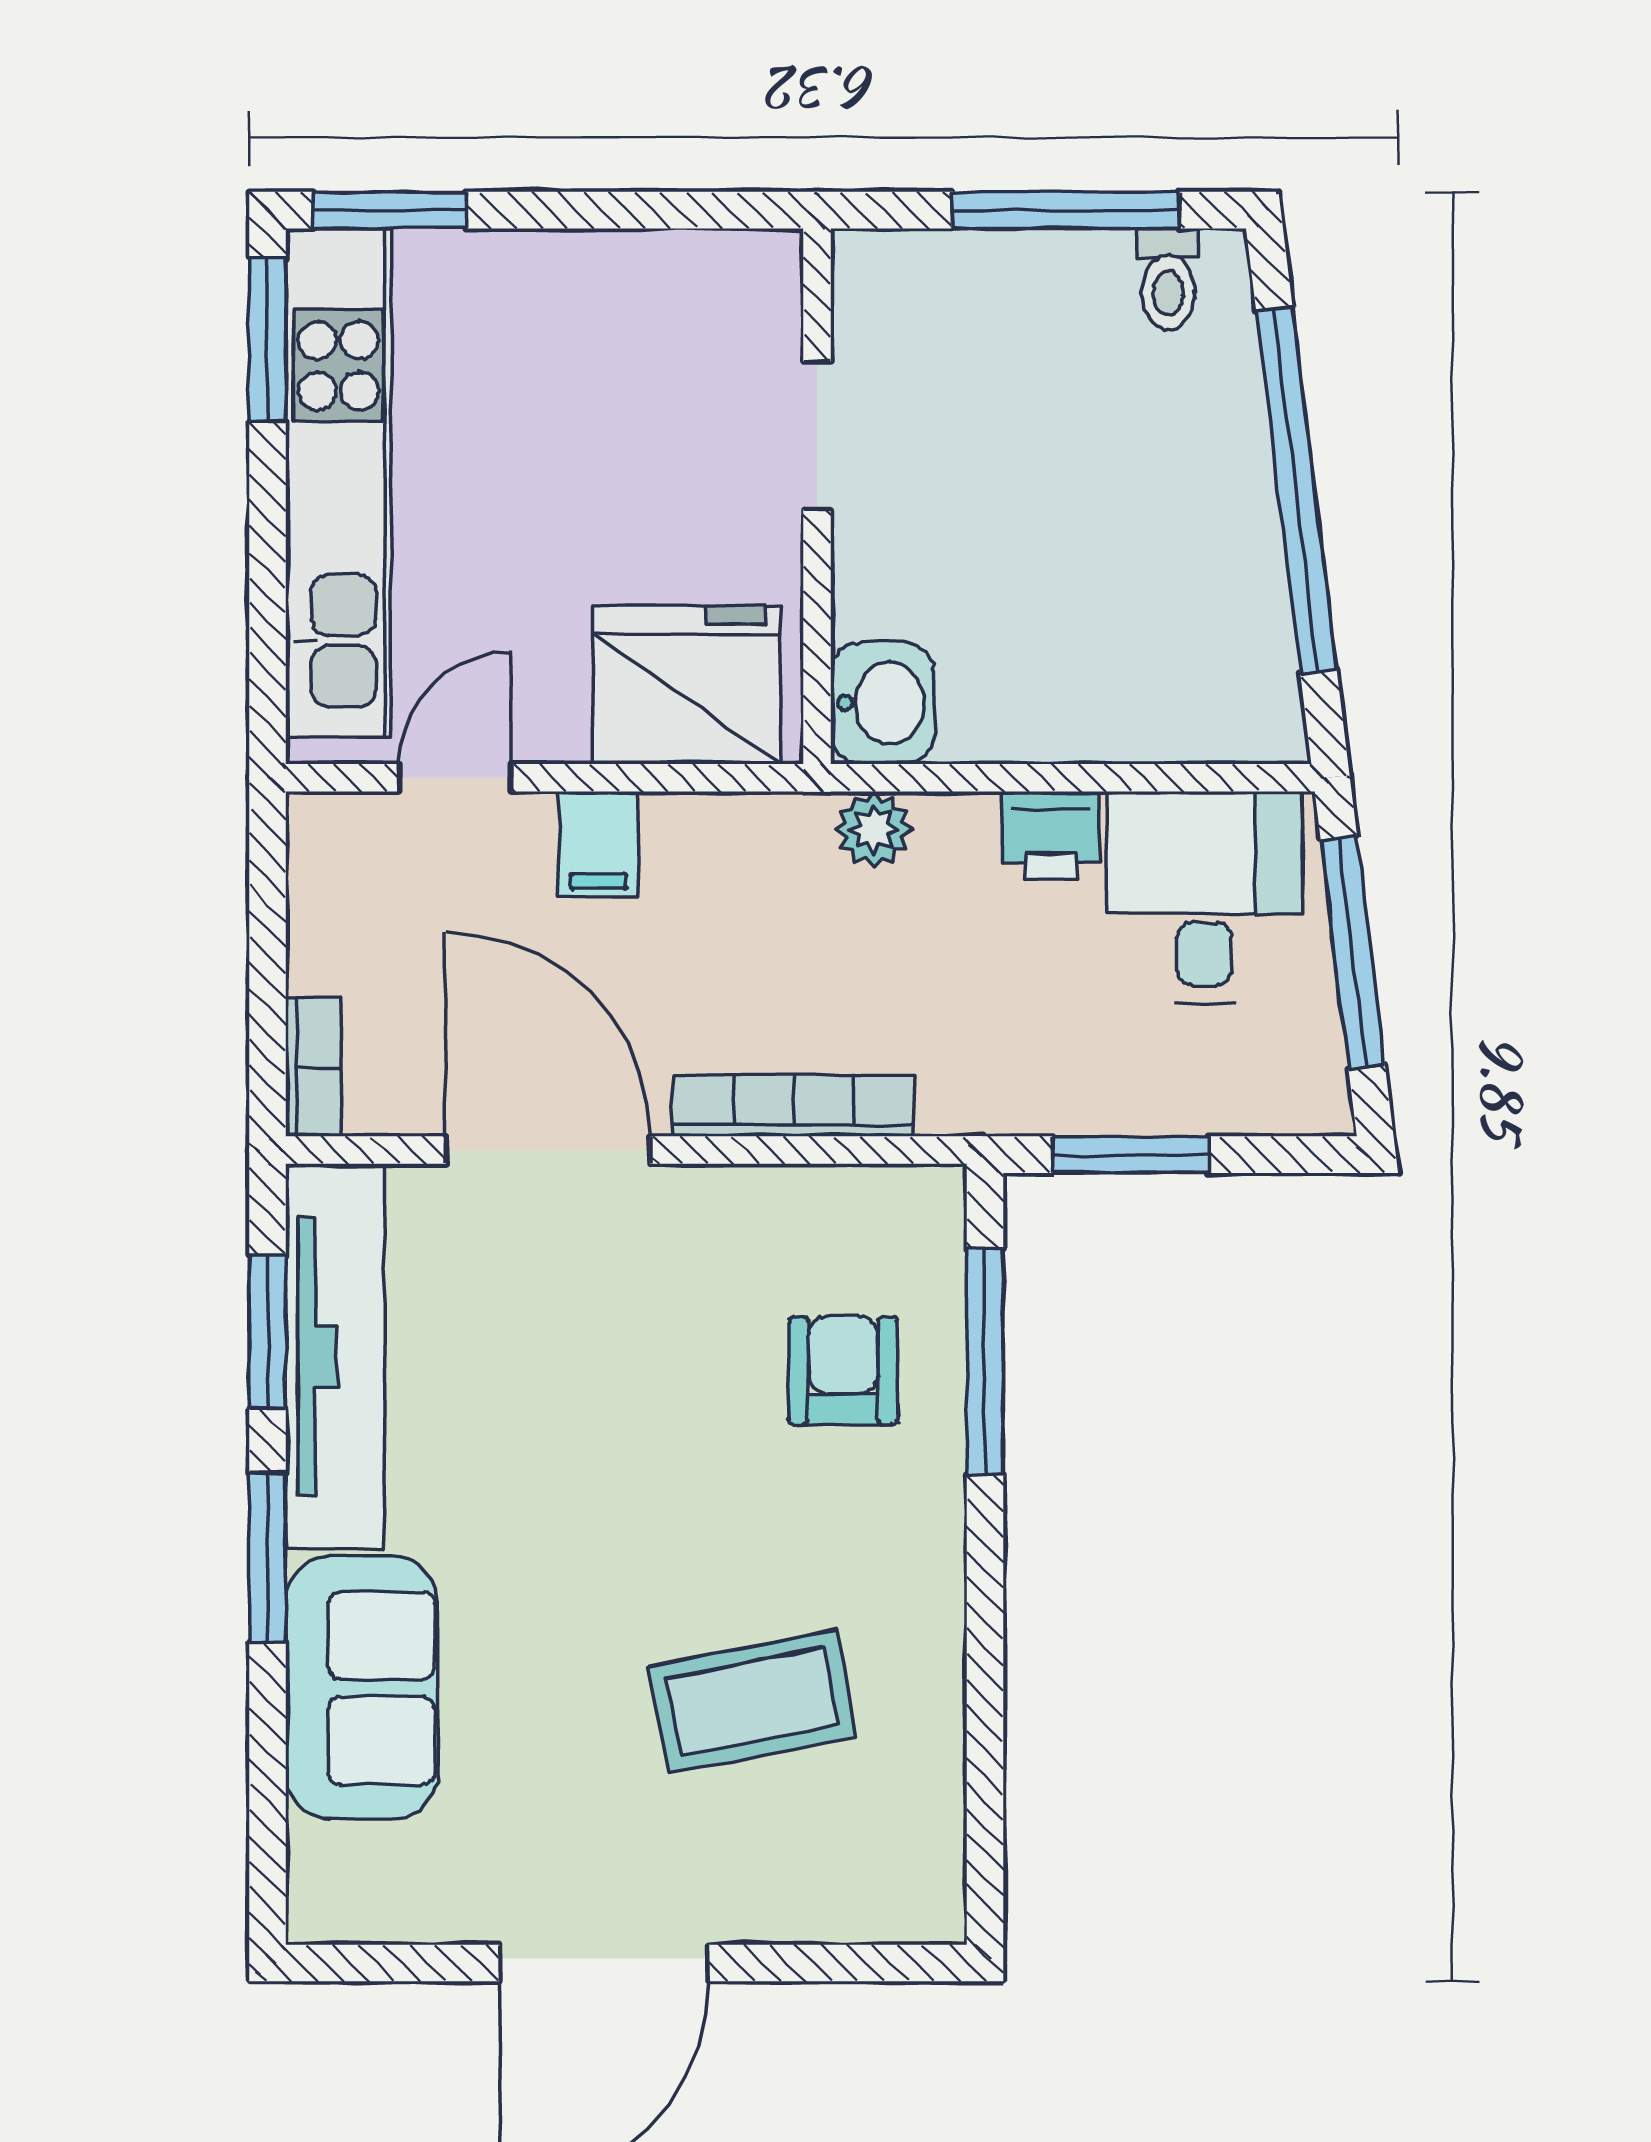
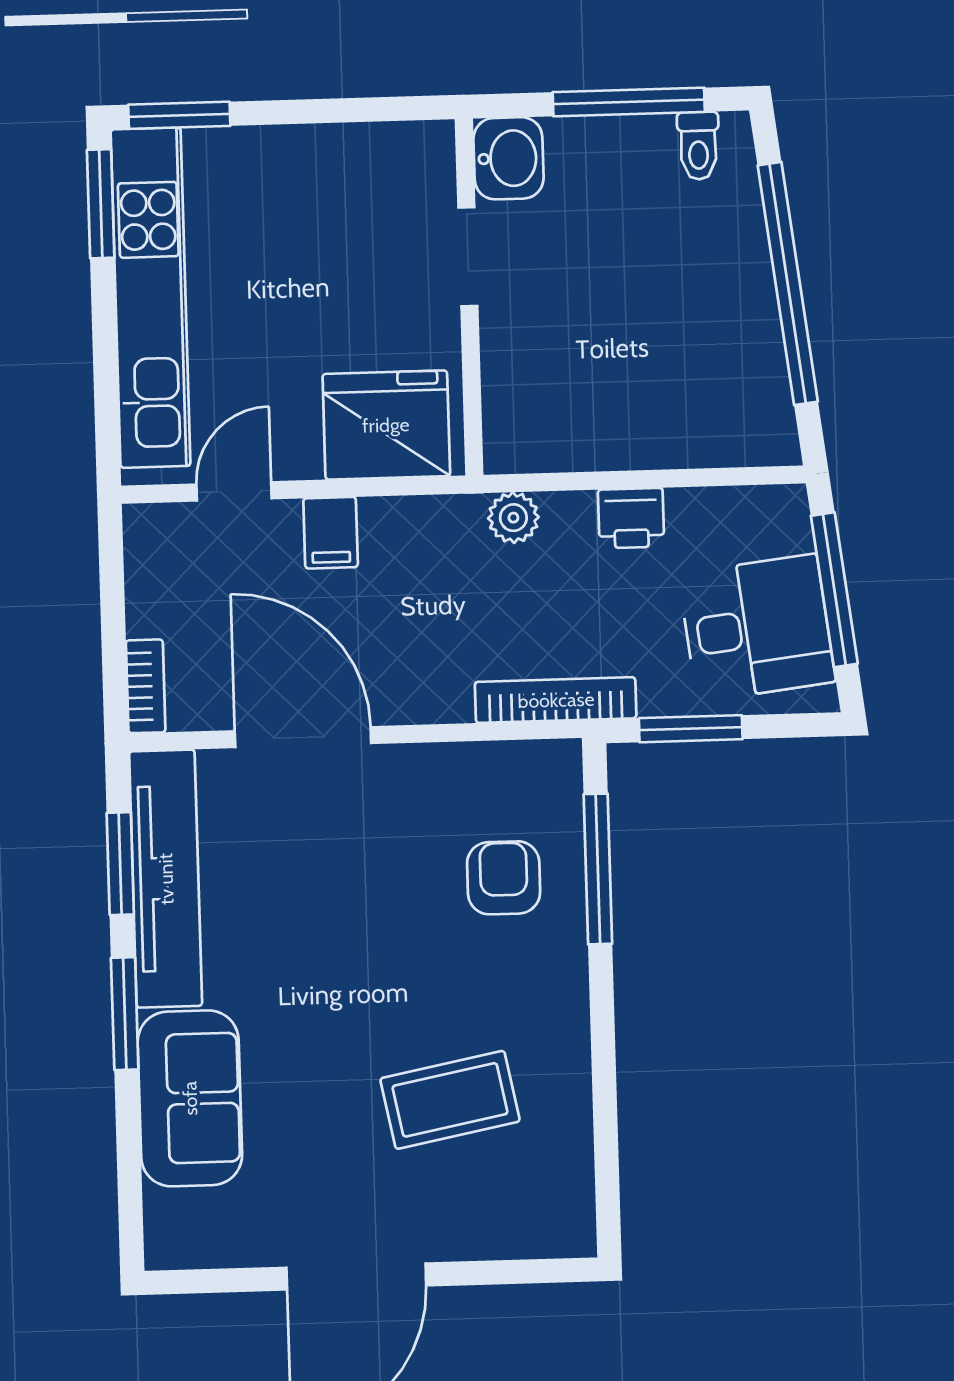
washbasin: (882, 703) -> (508, 158), moved
desk: (1204, 897) -> (757, 628), moved, turned 83
bookcase: (794, 1106) -> (556, 700), moved

